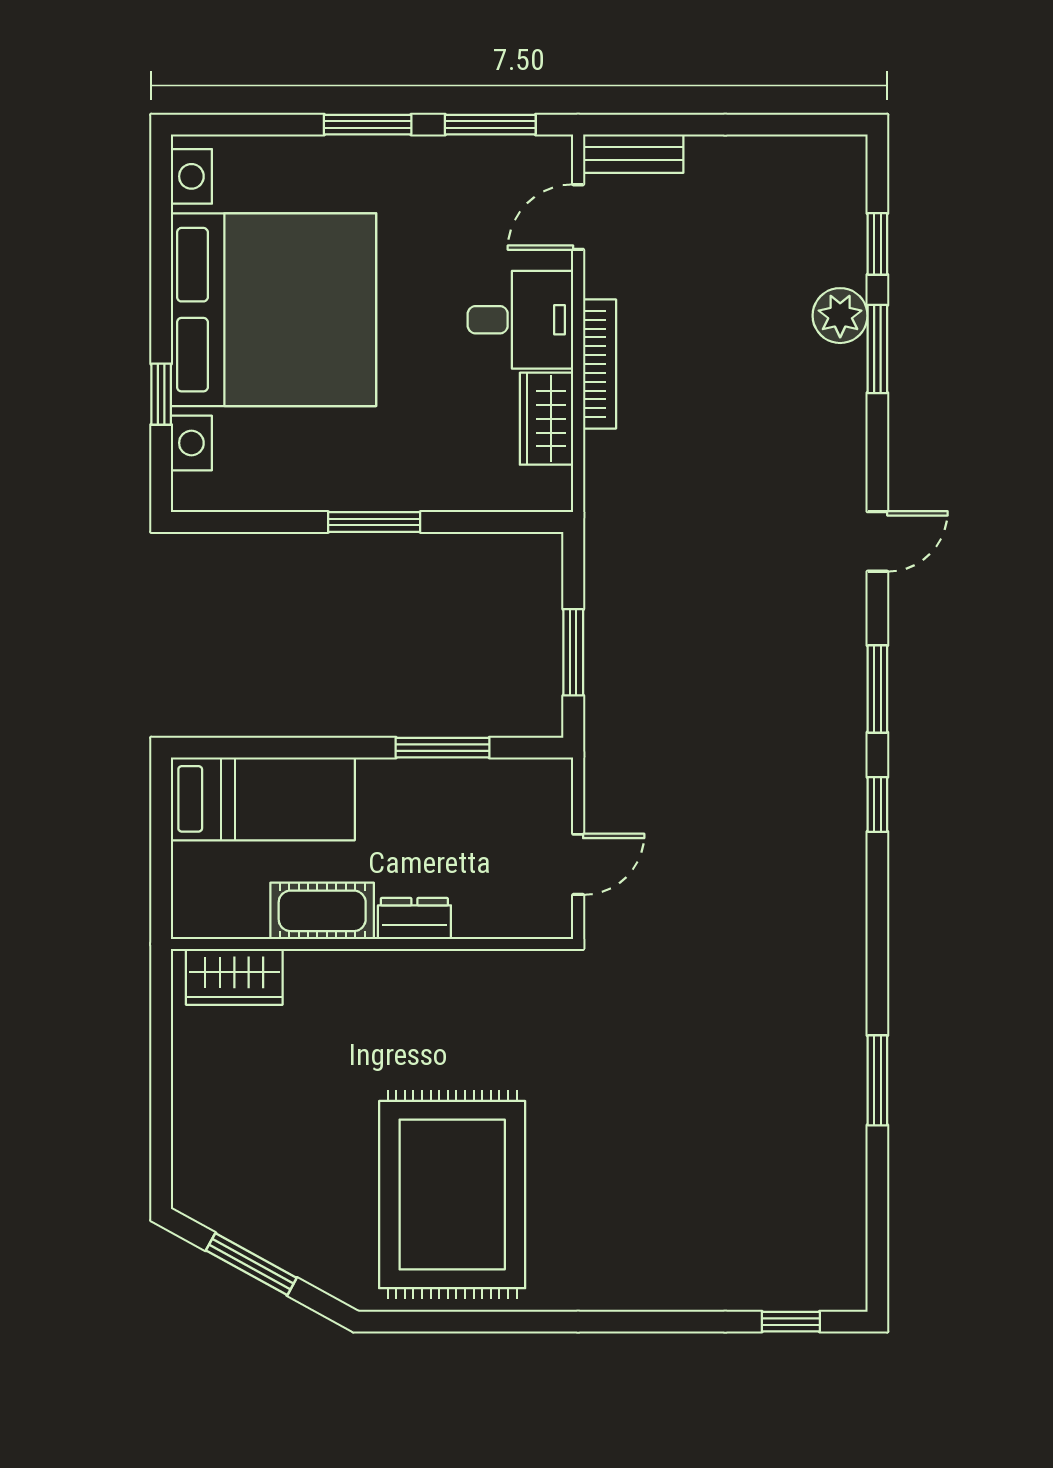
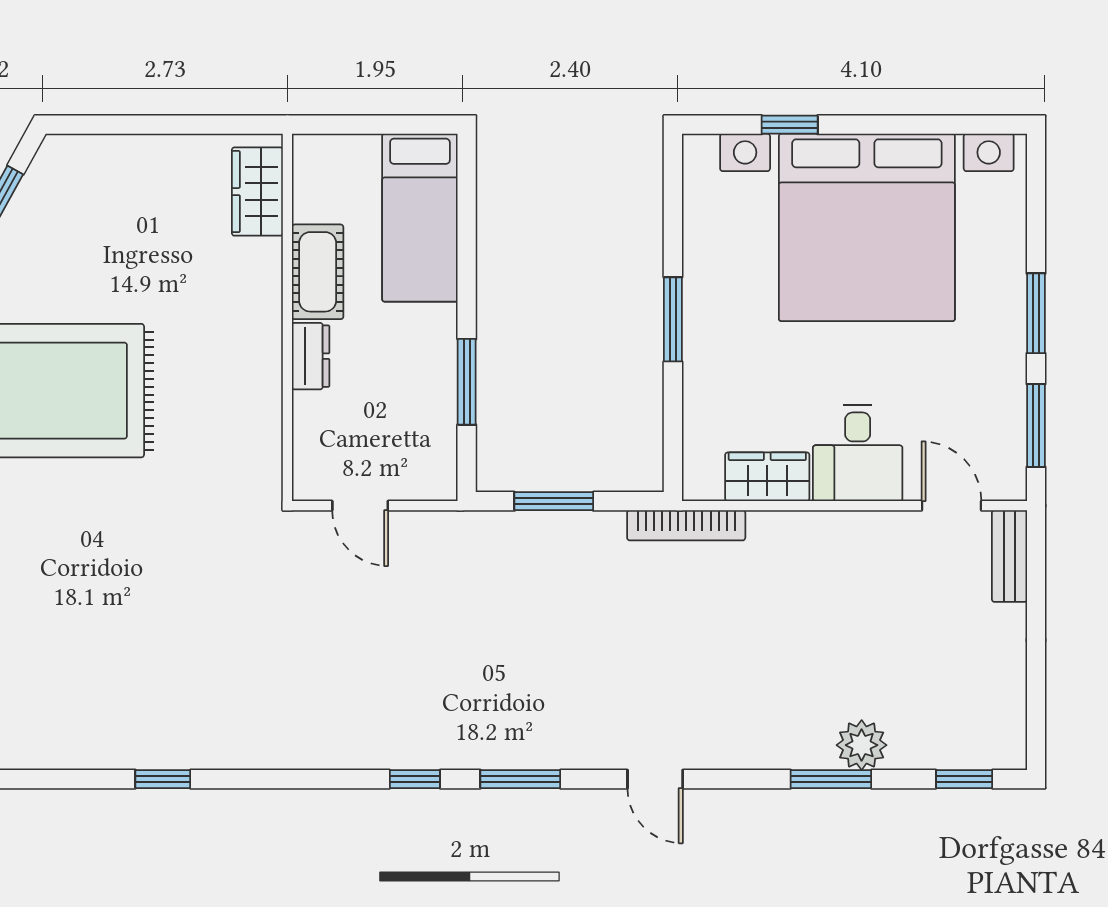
window: (877, 244) -> (964, 779), moved
bookcase: (600, 364) -> (686, 525), moved
window: (877, 1080) -> (163, 779), width x0.67

